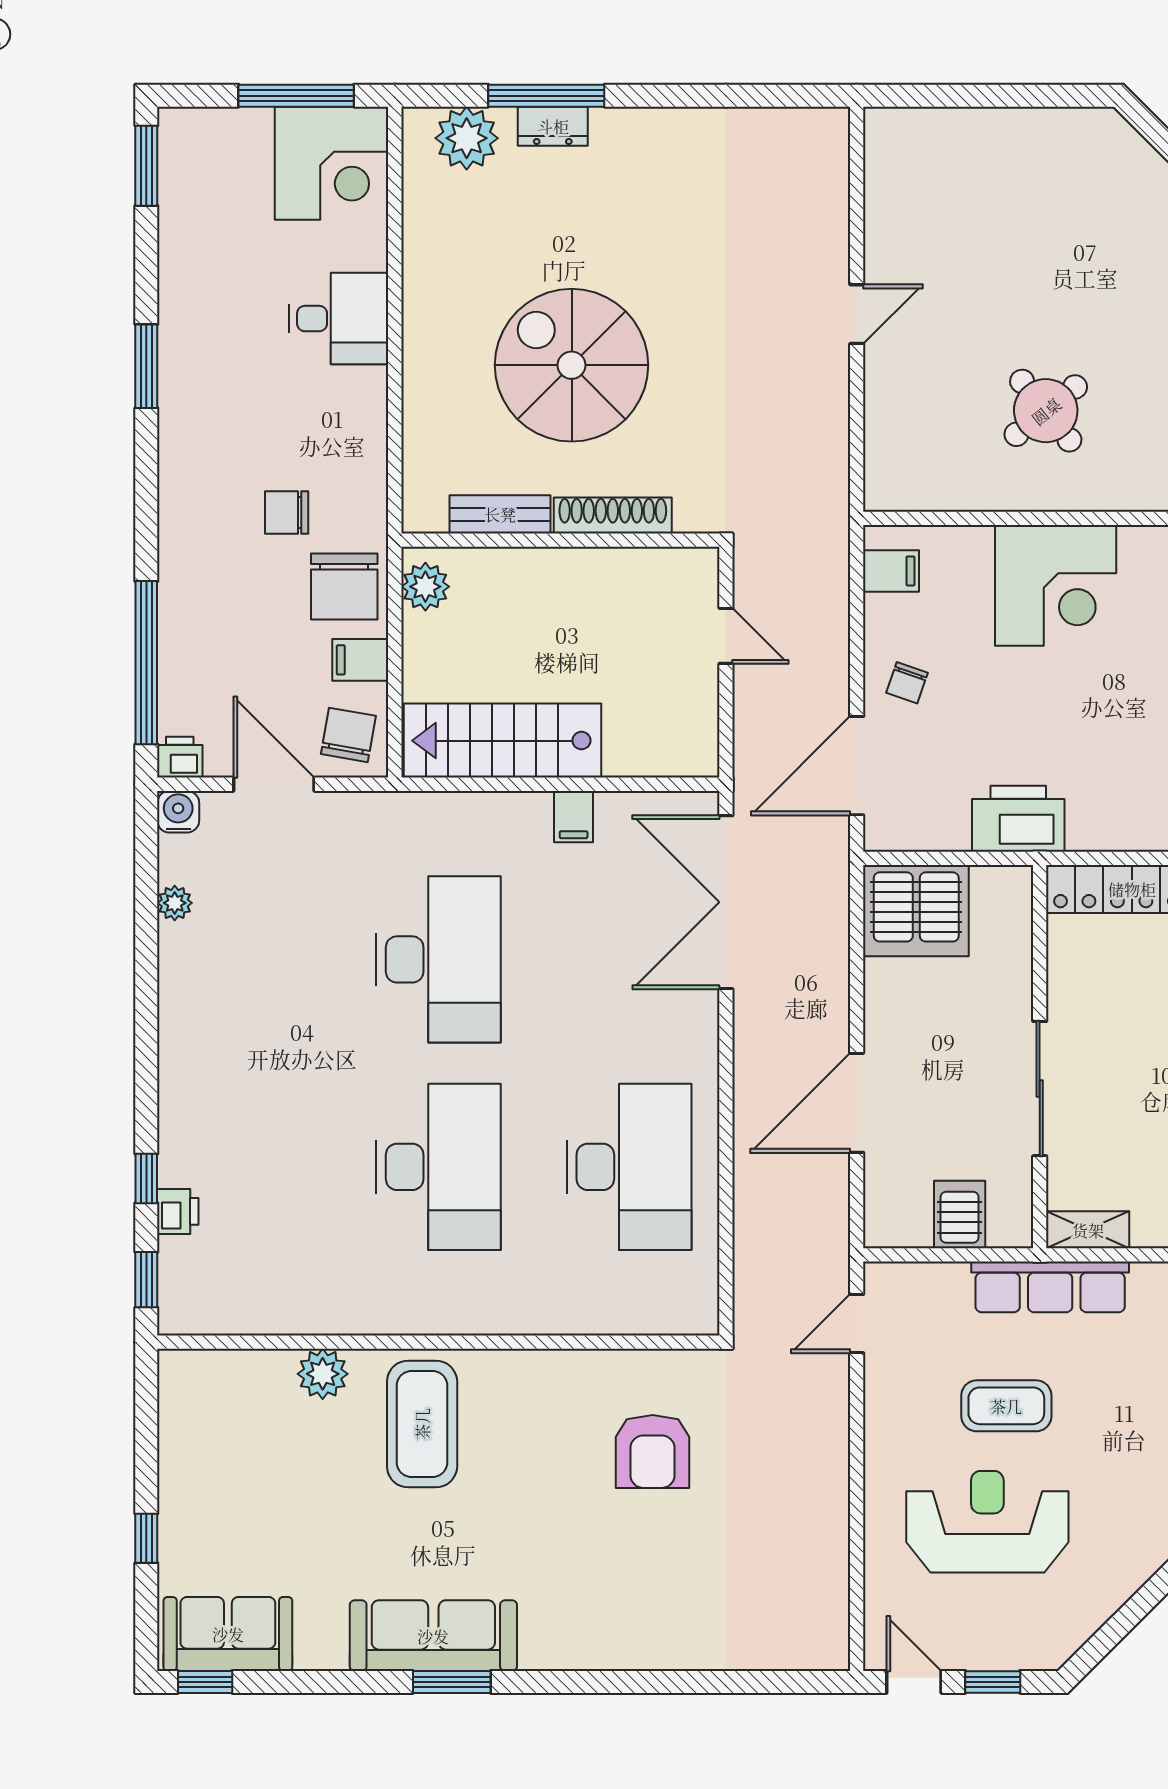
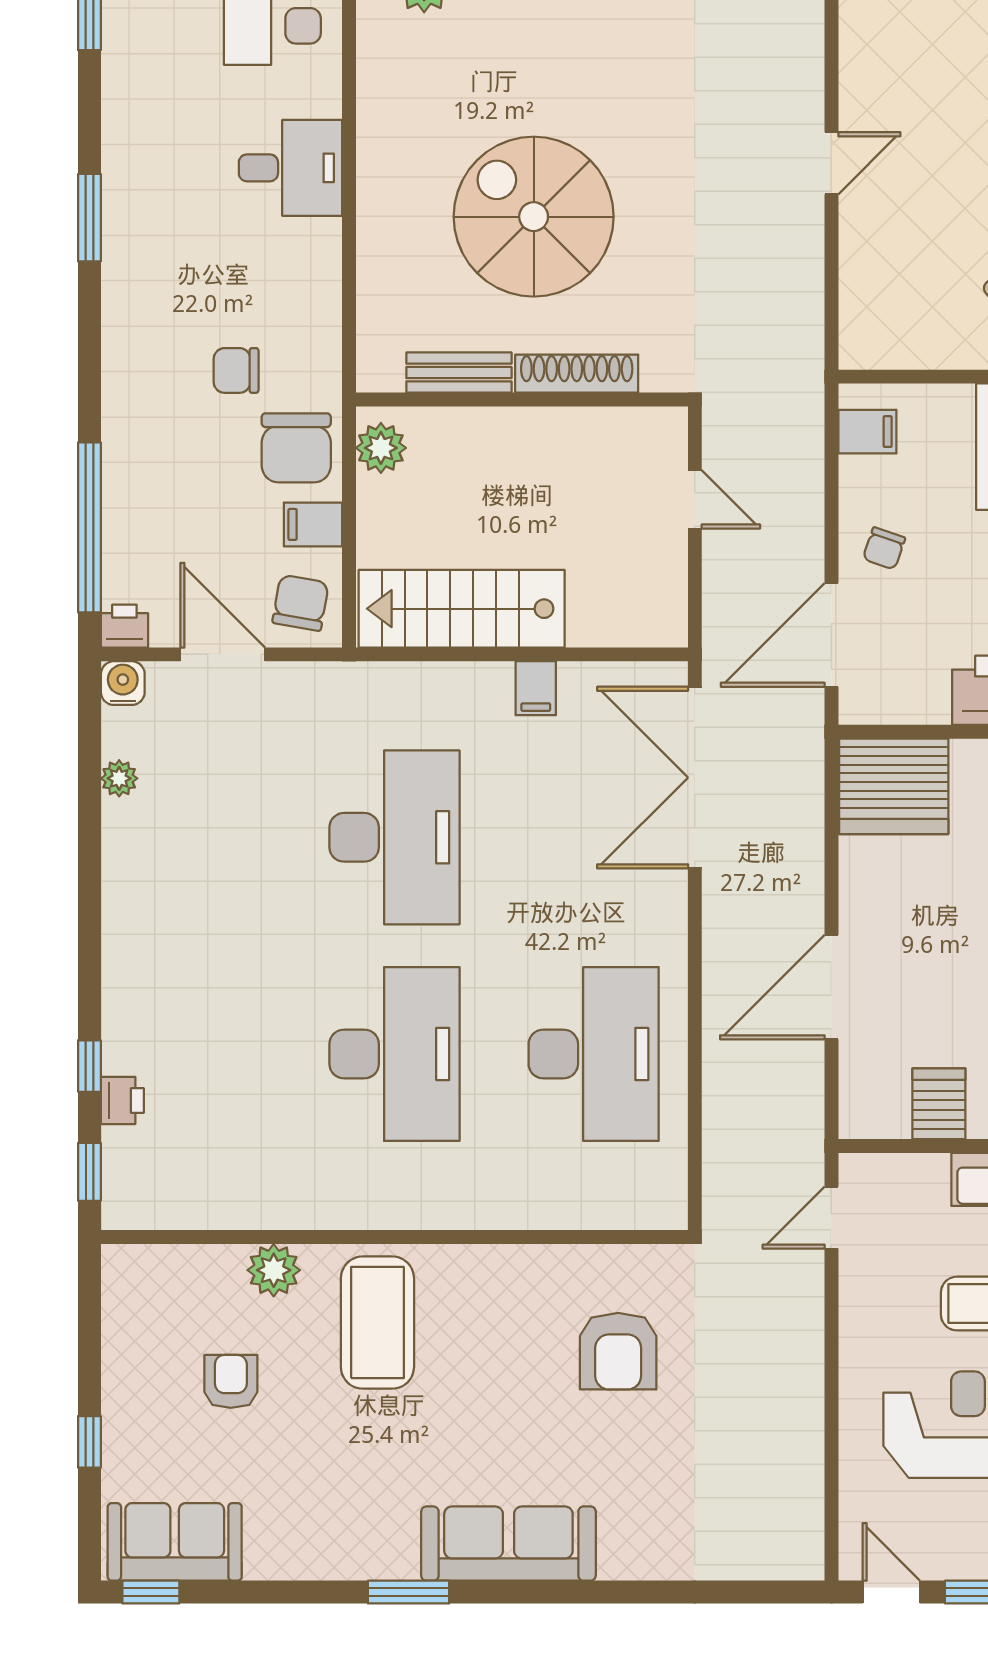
armchair: (282, 1480) -> (231, 1381), added
sofa: (433, 1636) -> (508, 1544), moved

